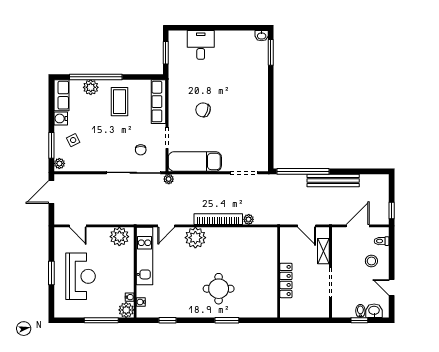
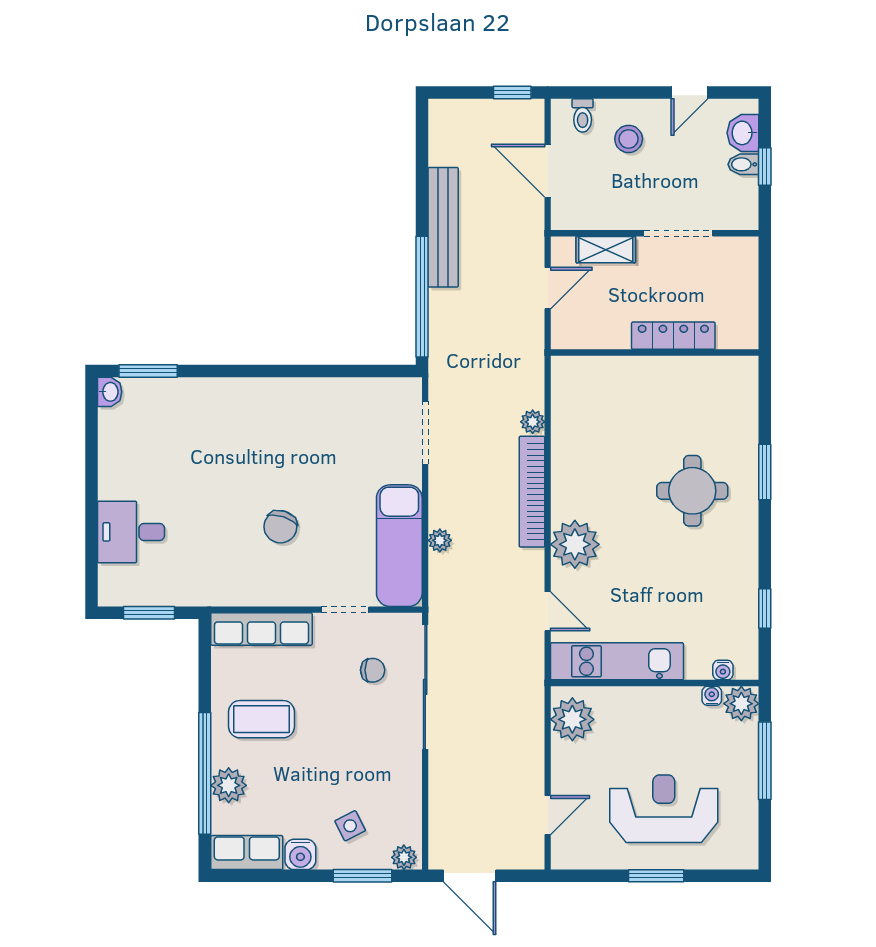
plant: (169, 179) -> (440, 540), moved

